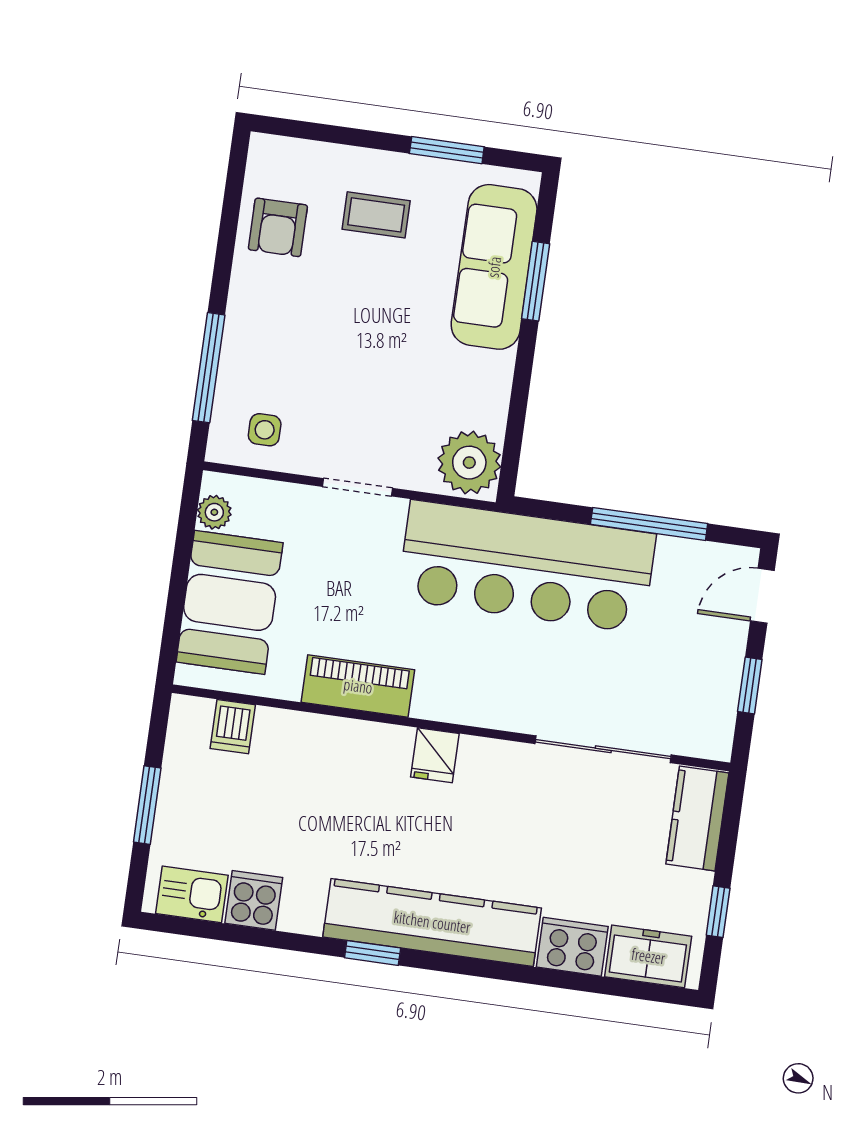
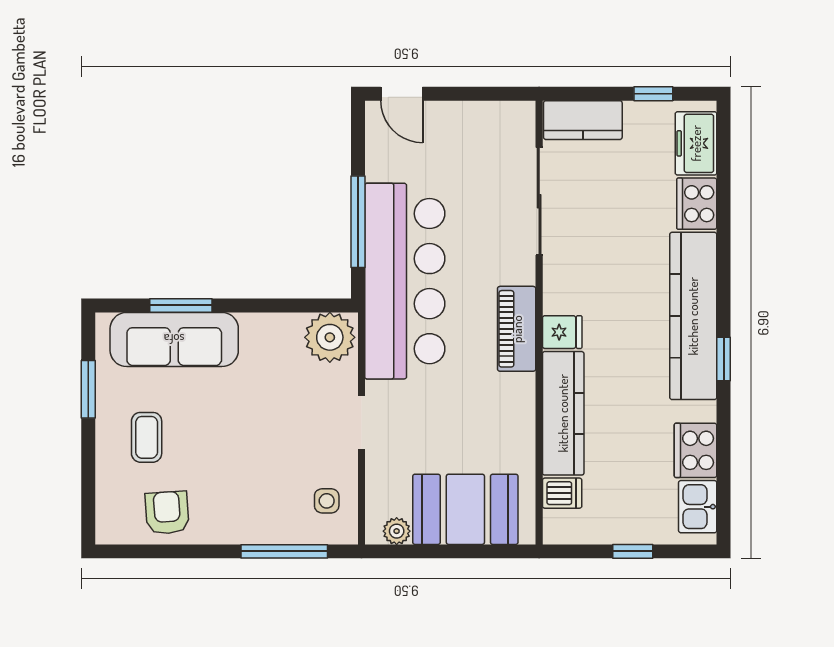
armchair: (278, 227) -> (167, 513), turned -94
window: (649, 524) -> (358, 222), moved
piano: (358, 686) -> (517, 329), moved
window: (750, 686) -> (473, 94), removed
kitchen counter: (333, 742) -> (563, 413), added
window: (147, 805) -> (633, 551), width x0.67
cooker: (254, 900) -> (696, 450), width x1.36

